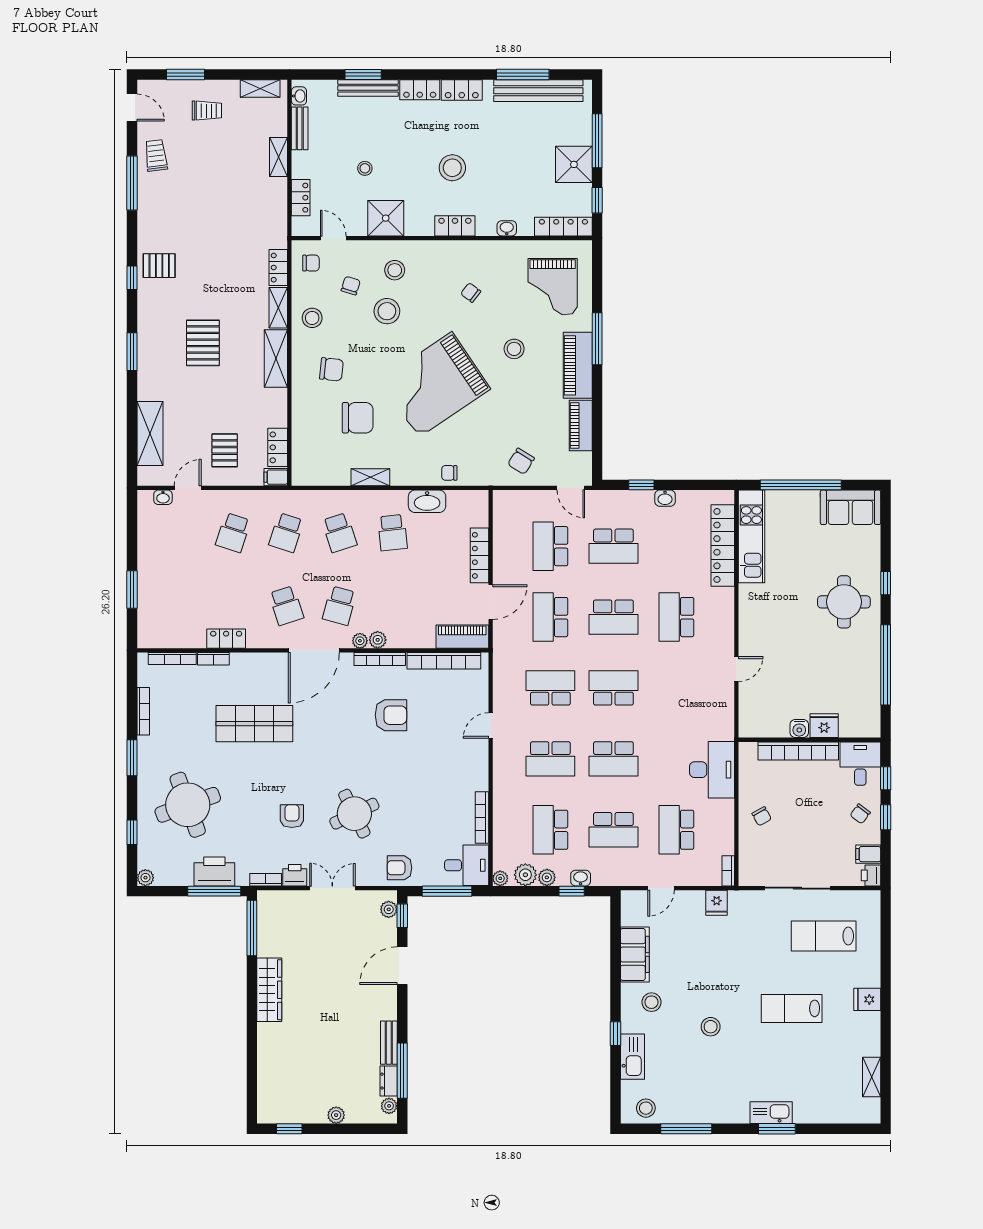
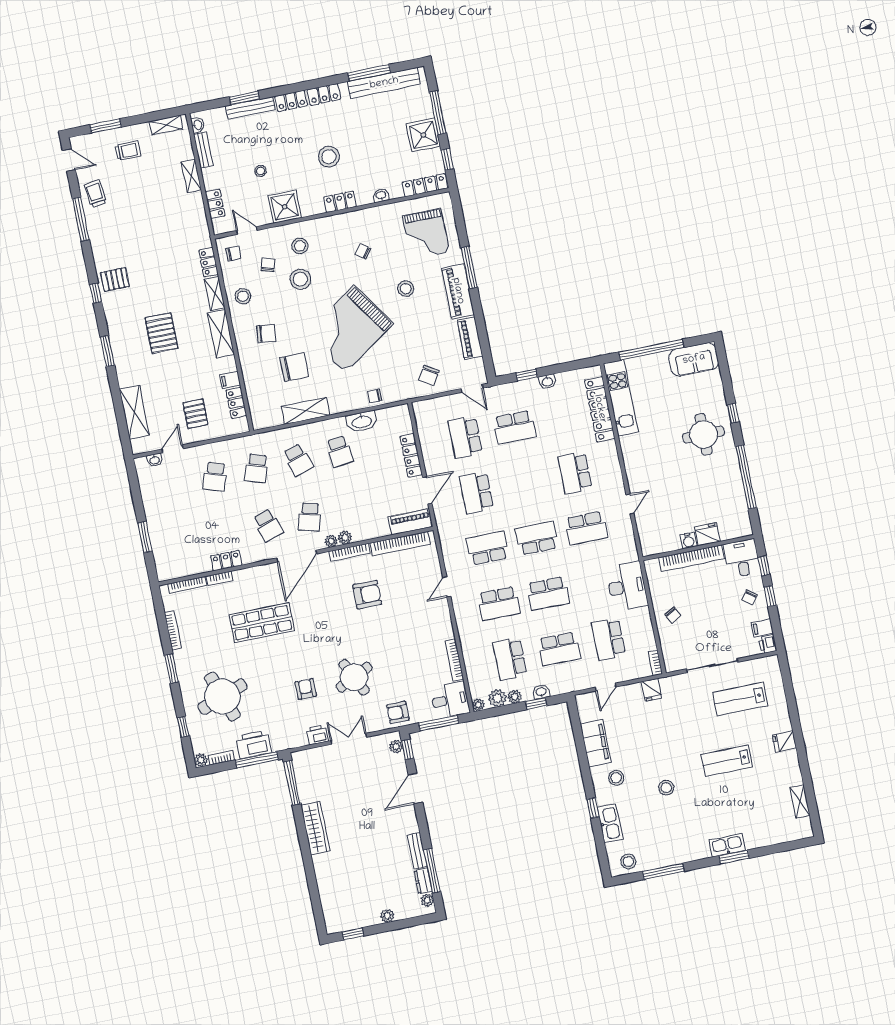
filing cabinet: (276, 477) -> (230, 380), moved
shelving: (370, 477) -> (306, 411), width x1.50, depth x1.33
school desk: (613, 617) -> (586, 528), moved
bookcase: (266, 880) -> (221, 758), moved

